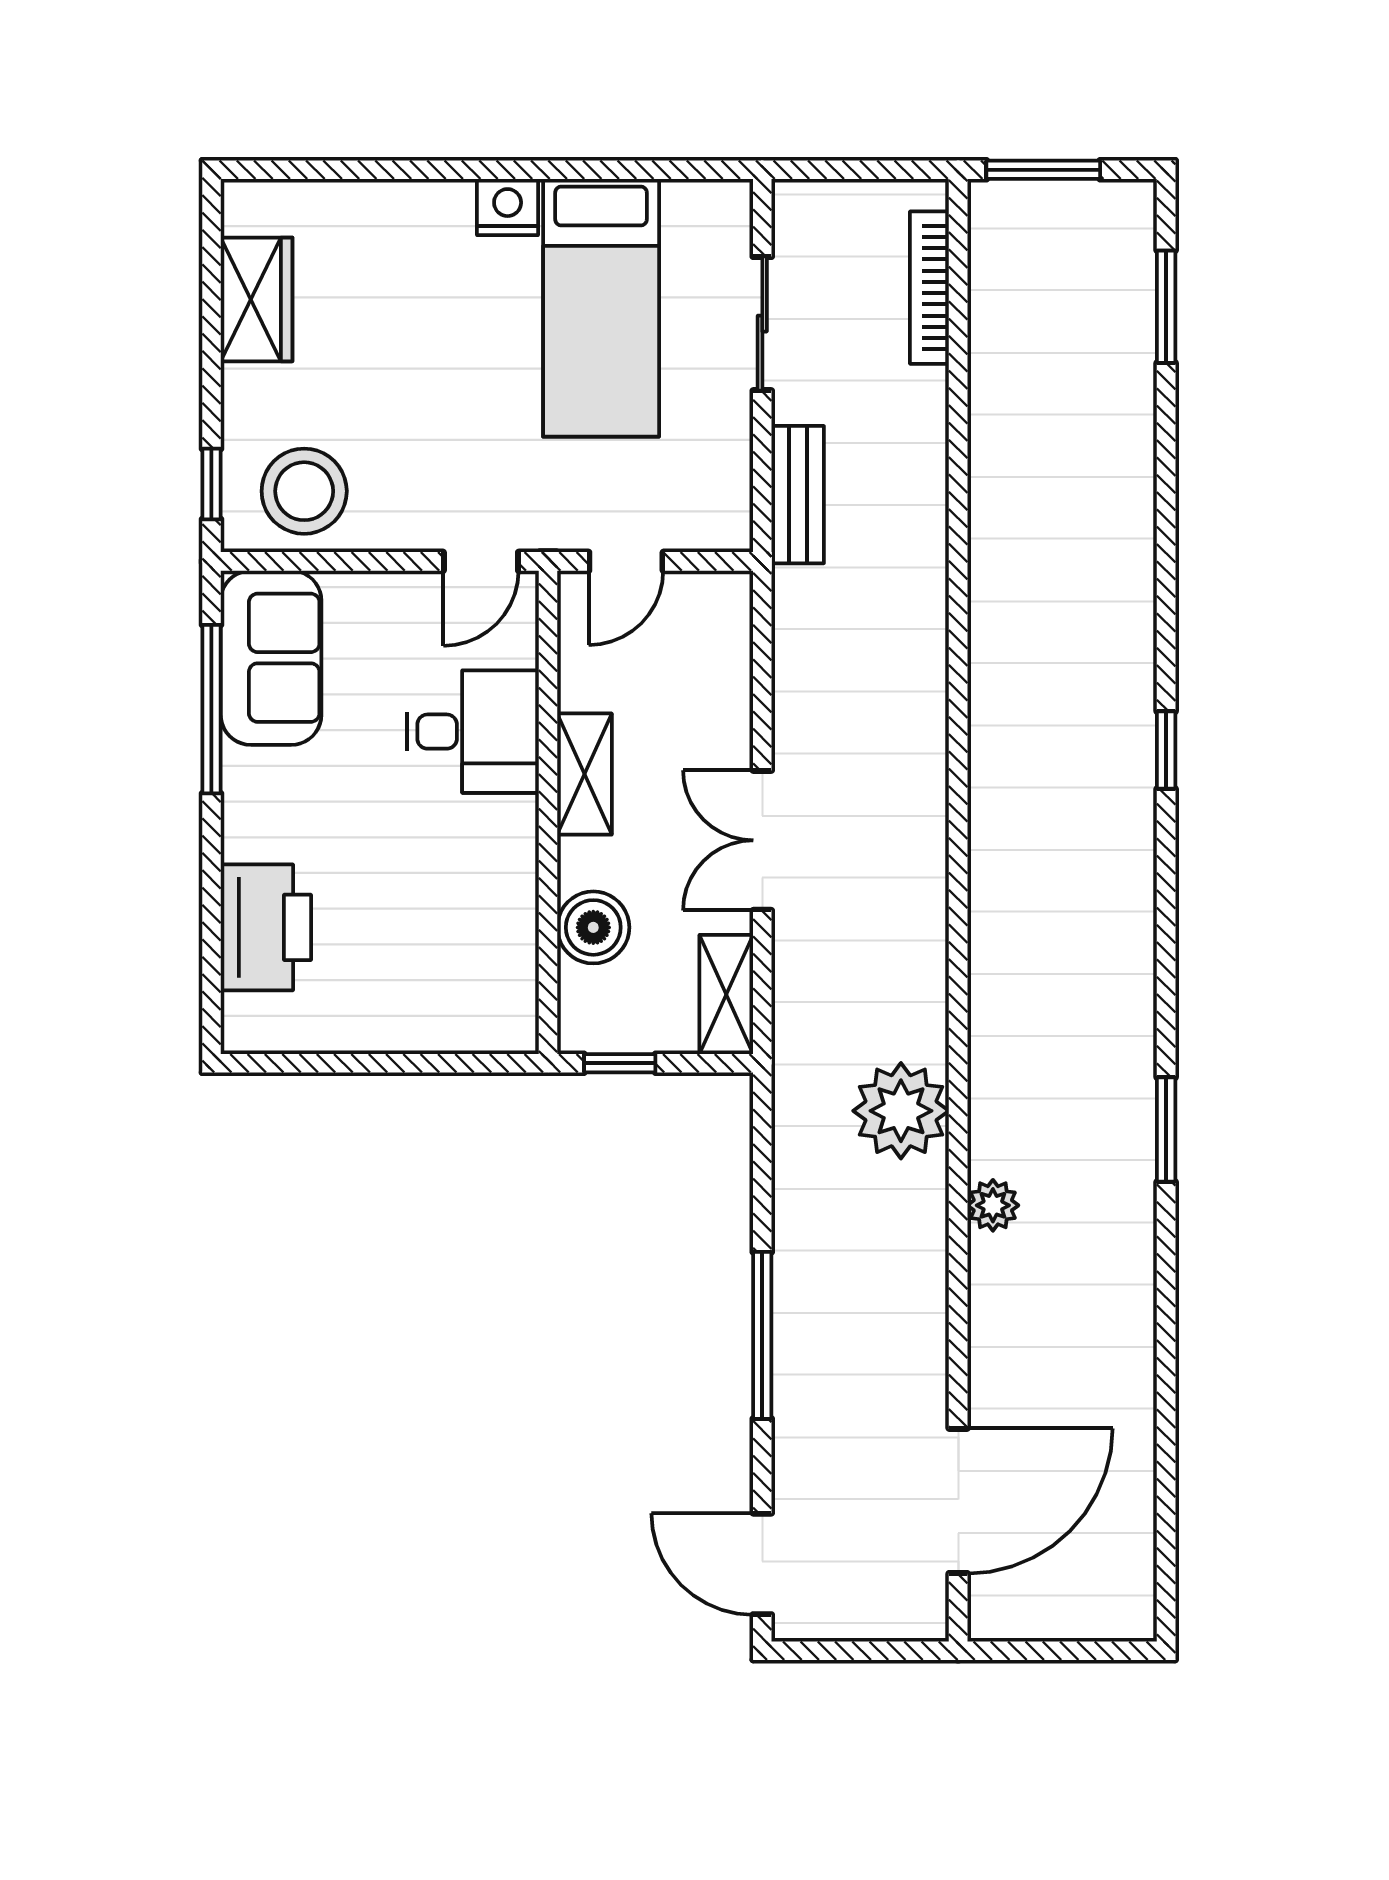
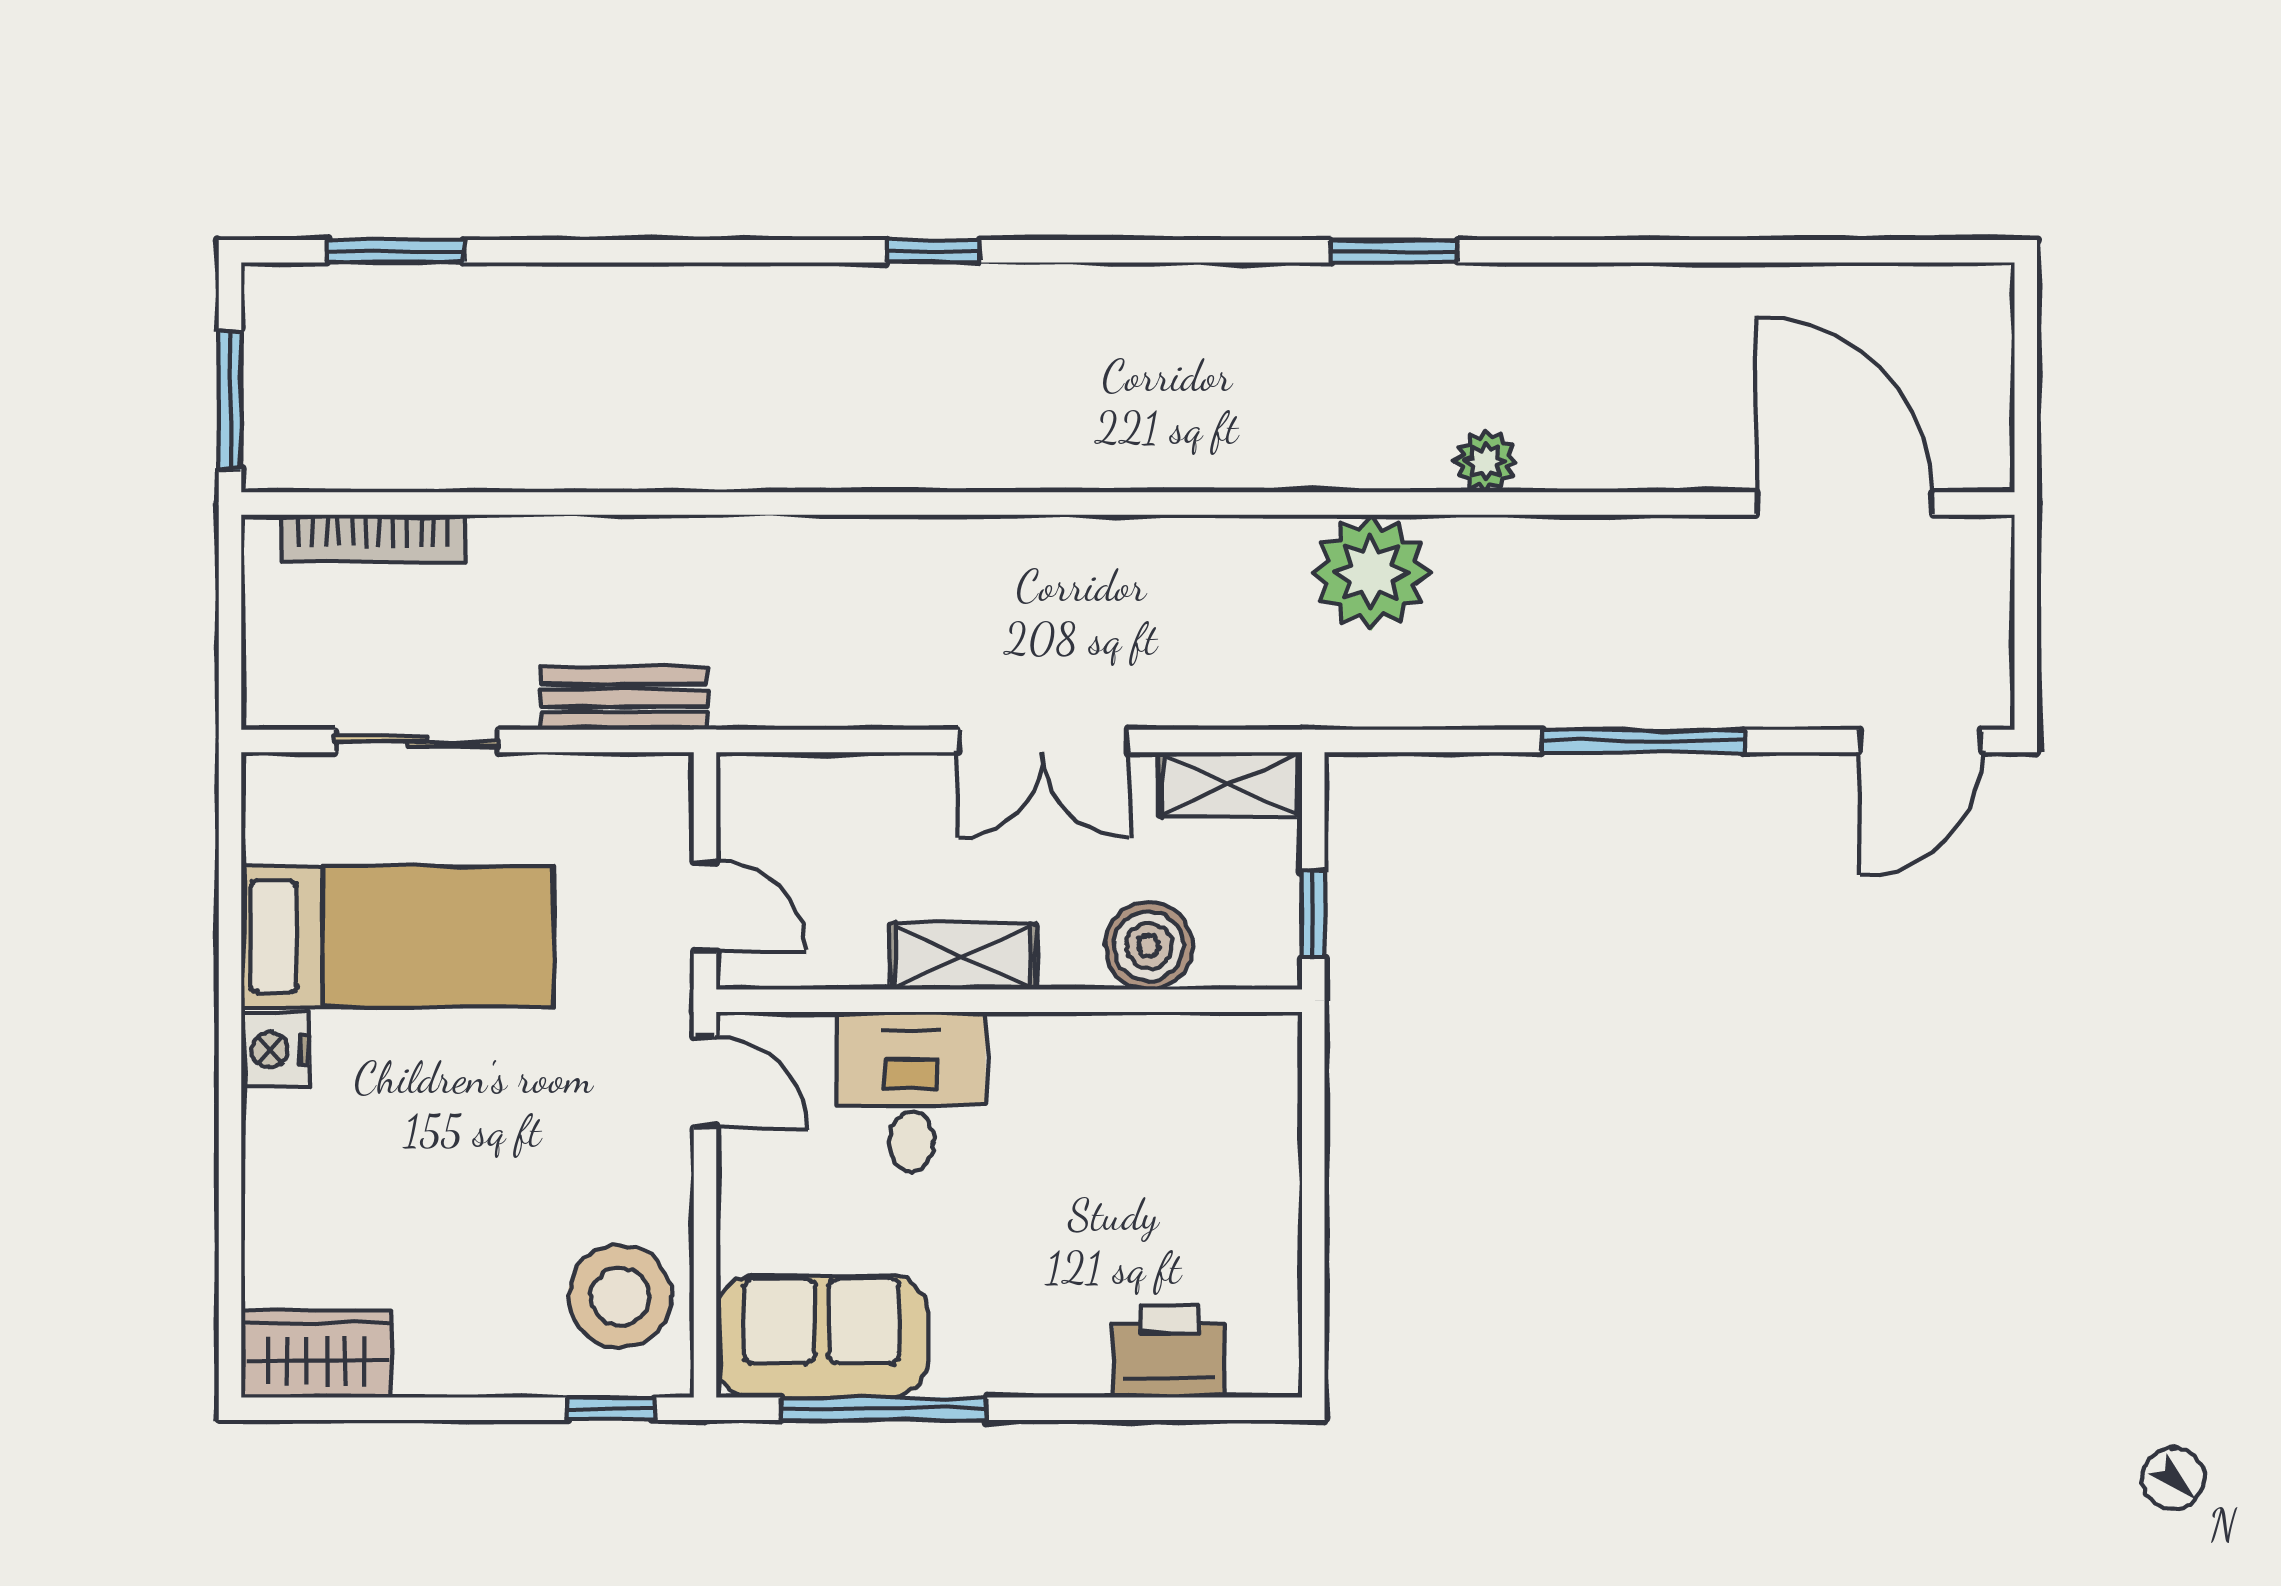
wardrobe: (257, 299) -> (316, 1354), moved
printer: (266, 927) -> (1169, 1352), width x0.73, depth x0.84

